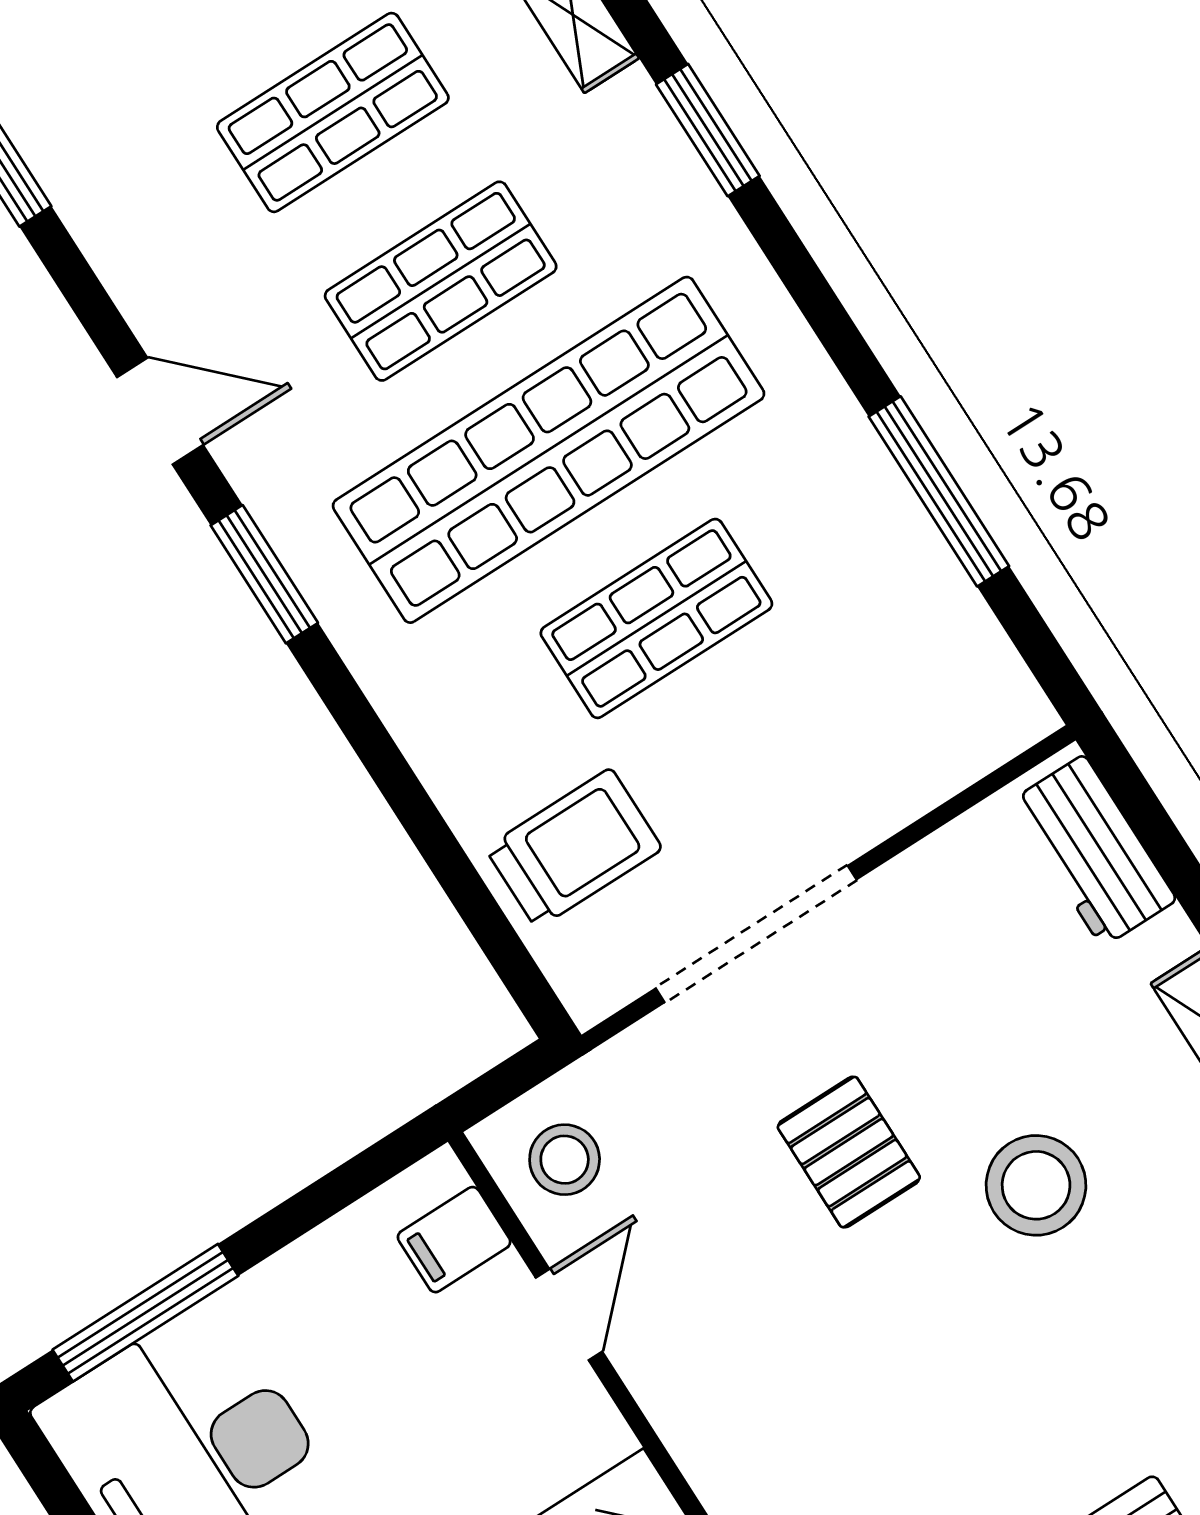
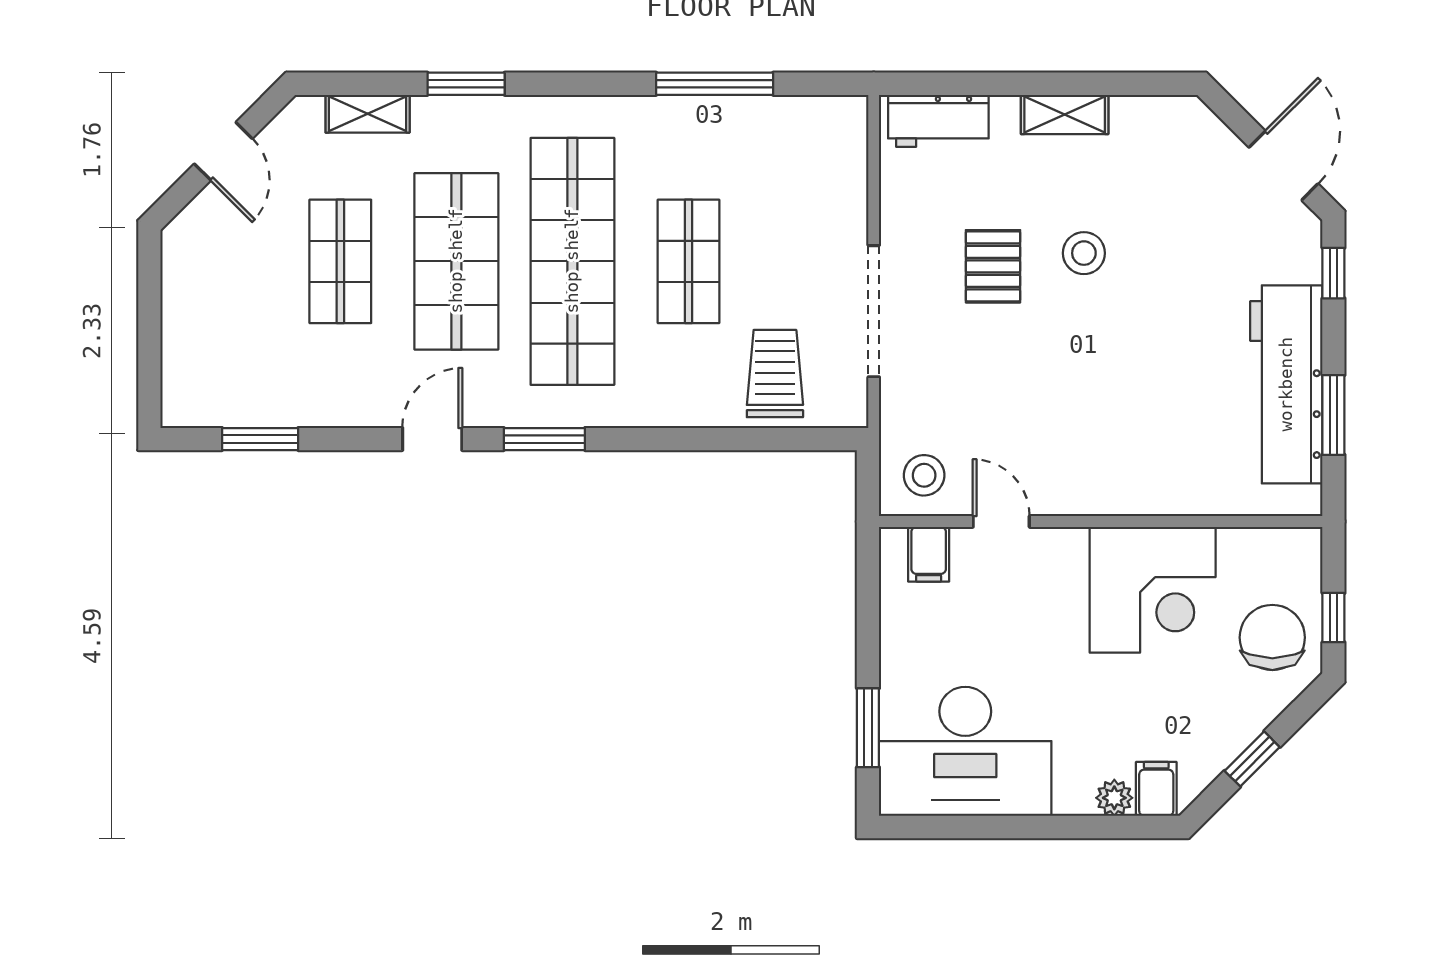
shop shelf: (441, 281) -> (456, 261), width x1.43, depth x1.36
pallet: (849, 1152) -> (993, 266), moved, turned 90
stool: (1036, 1185) -> (1084, 253), width x0.73, depth x0.73
window: (145, 1313) -> (868, 728), width x0.69

